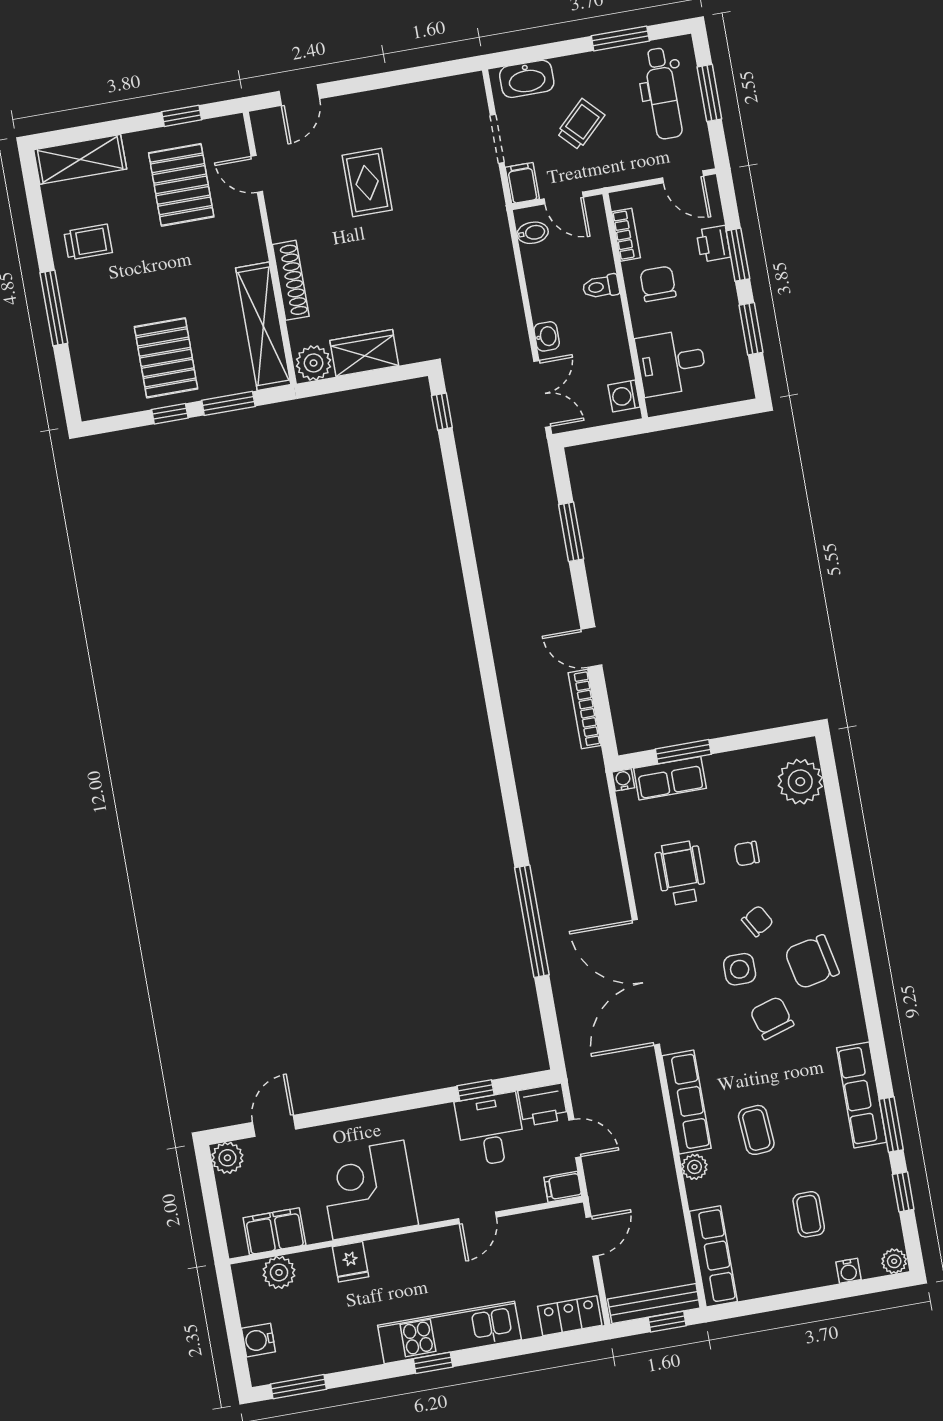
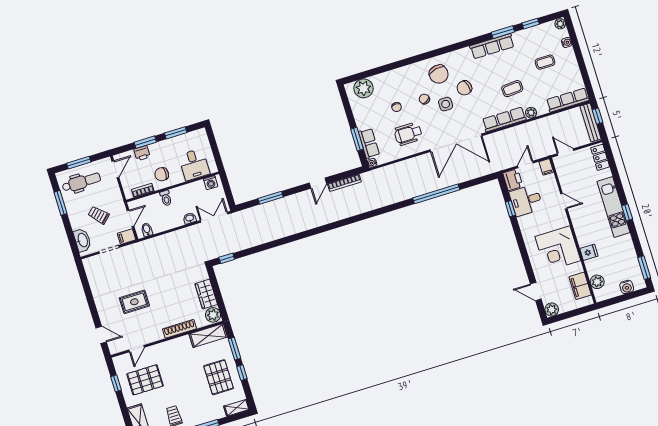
shelving: (263, 326) -> (208, 335), width x0.68
pallet: (166, 358) -> (219, 377), turned 90
shelving: (89, 391) -> (237, 408), added

